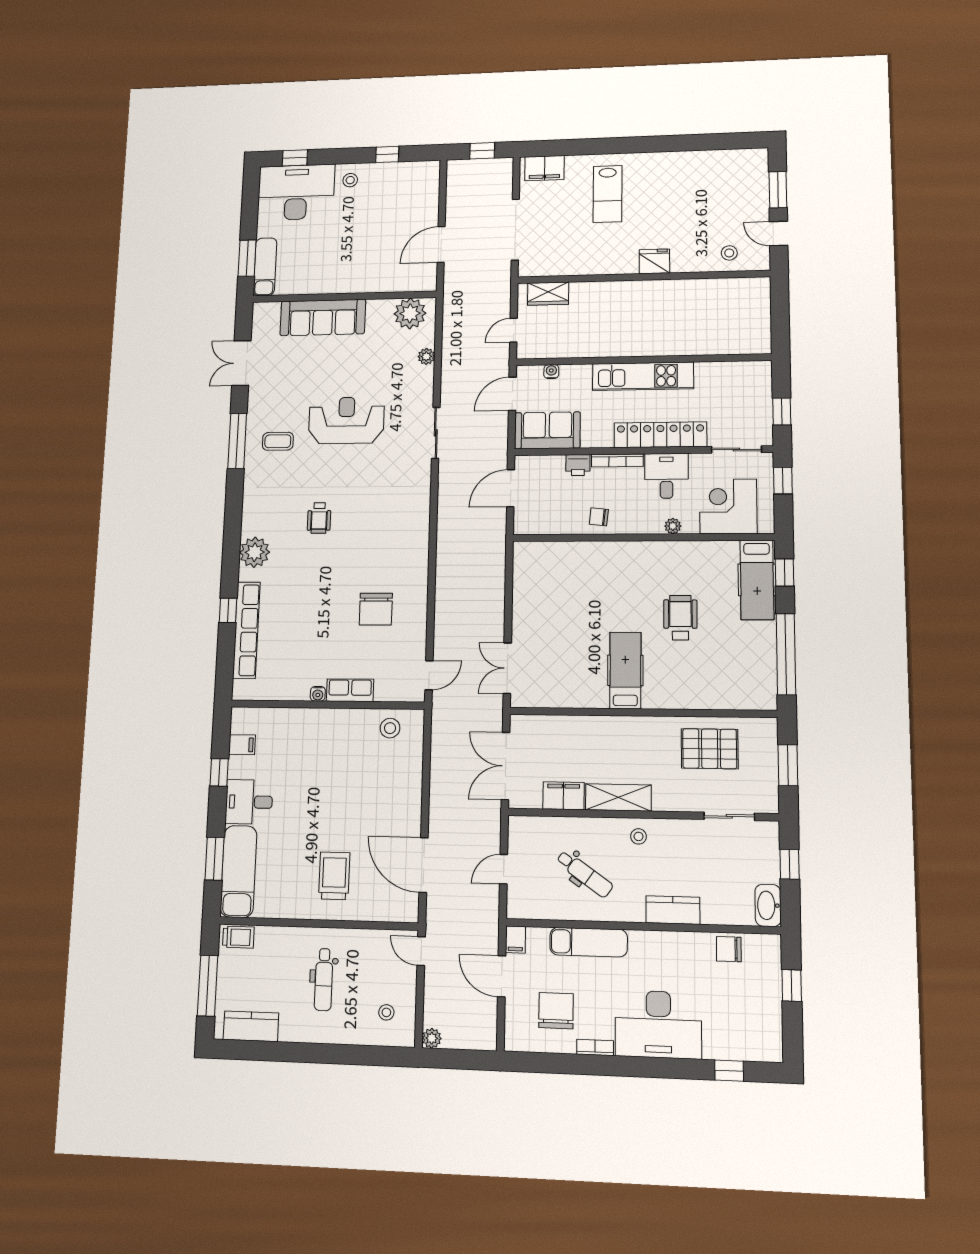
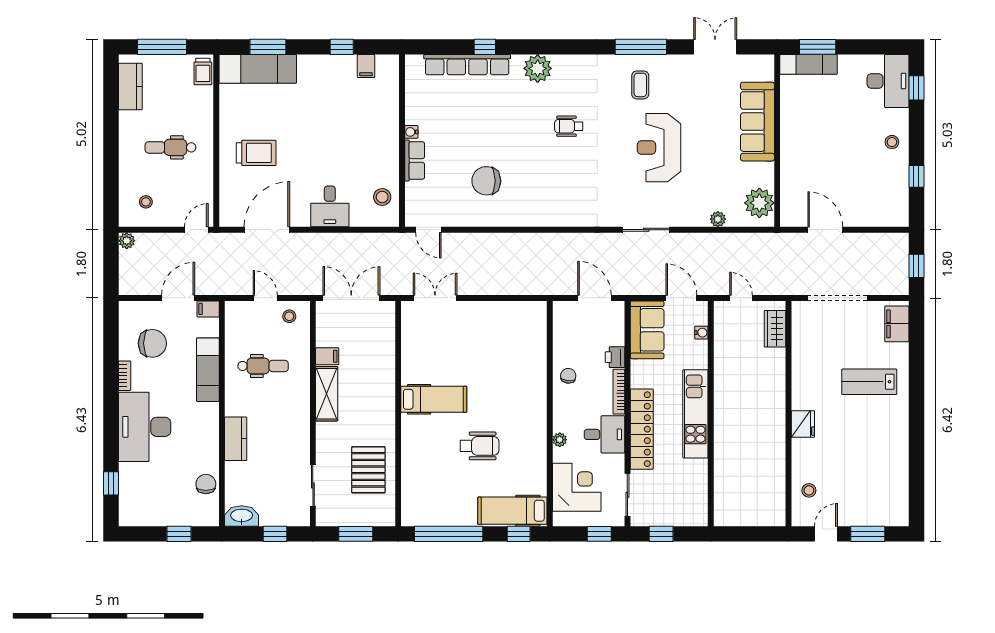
desk: (296, 192) -> (888, 81), width x0.73, depth x0.77
reception desk: (346, 420) -> (659, 148), turned 180
filing cabinet: (564, 796) -> (327, 356), width x0.50
desk: (249, 802) -> (330, 206), moved, turned 180
stool: (639, 836) -> (289, 316), moved
dental chair: (585, 874) -> (263, 366), turned -125

